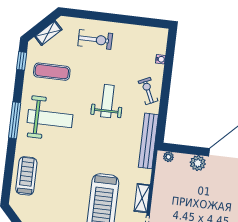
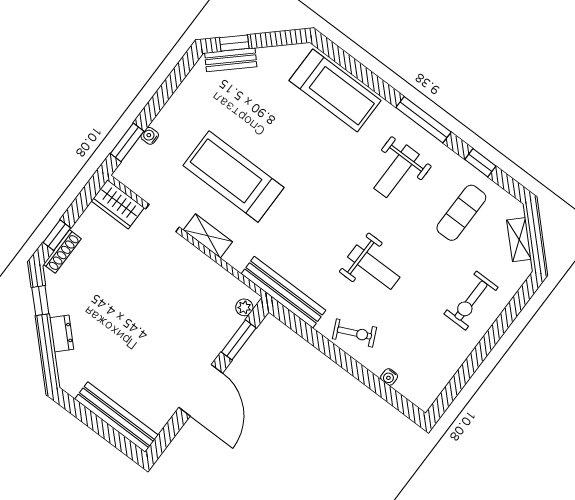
window: (22, 61) -> (480, 163), moved
weight bench: (50, 119) -> (396, 171), width x0.73, depth x0.75
window: (187, 150) -> (239, 340), added
plant: (198, 163) -> (211, 344), removed
treadmill: (26, 176) -> (335, 90), width x1.37, depth x1.38

